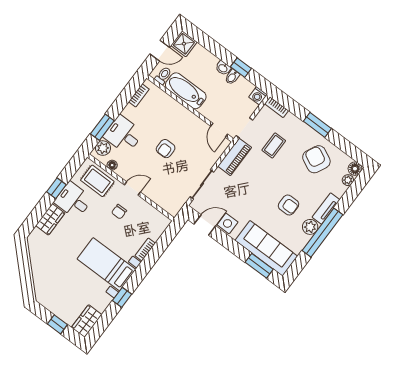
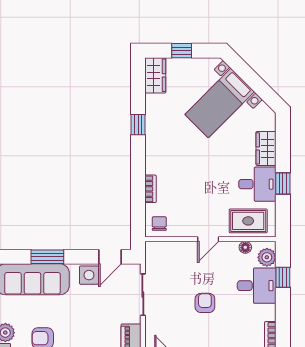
window: (102, 127) -> (283, 277), width x0.67
chair: (119, 212) -> (159, 224), moved
bed with nightstands: (106, 264) -> (220, 103), moved, turned 135
window: (259, 266) -> (47, 257), moved

